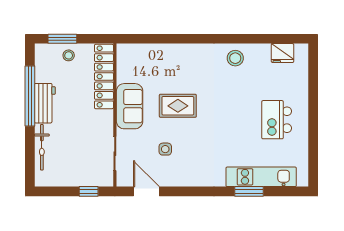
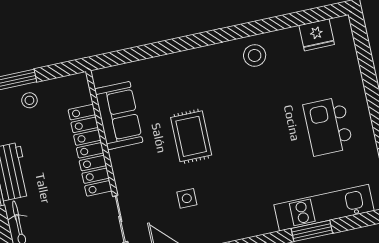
locker: (104, 77) -> (90, 150), moved
sofa: (130, 106) -> (119, 116), moved
rug: (178, 106) -> (191, 136), turned 90

